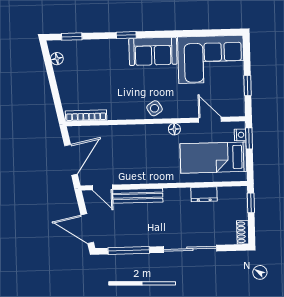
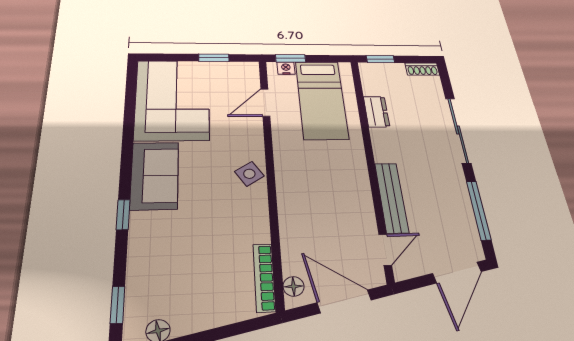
floor lamp: (174, 129) -> (293, 286), moved

